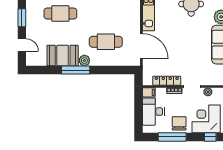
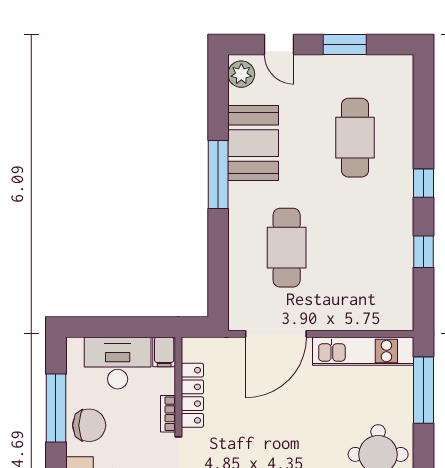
door: (22, 45) -> (279, 45), hinge flipped
plant: (84, 60) -> (241, 74), moved

